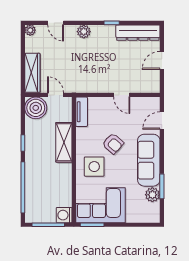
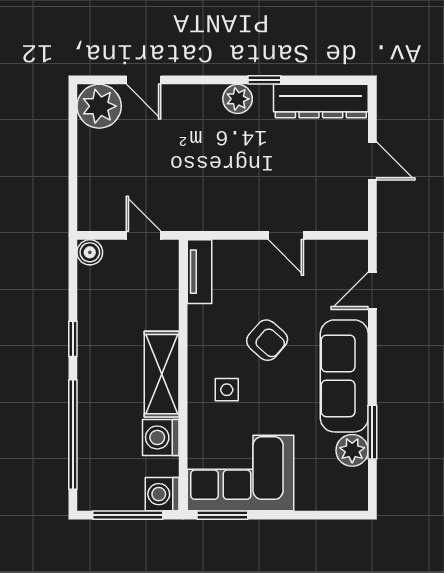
plant: (30, 30) -> (99, 106), width x1.88, depth x1.88
plant: (84, 32) -> (238, 99), moved
door: (162, 60) -> (372, 161), swing flipped
wardrobe: (32, 73) -> (93, 188), removed
boiler: (36, 108) -> (90, 252), width x0.54, depth x0.54
shelving: (64, 142) -> (162, 374), moved
side table: (94, 167) -> (227, 390), width x0.54, depth x0.54
washing machine: (64, 189) -> (161, 437), added

